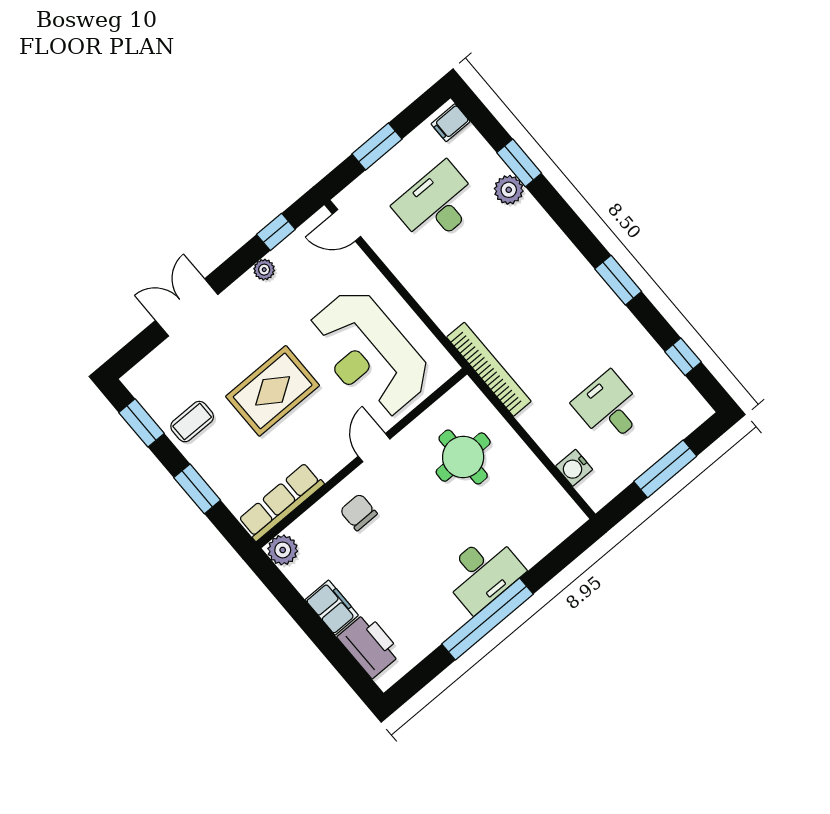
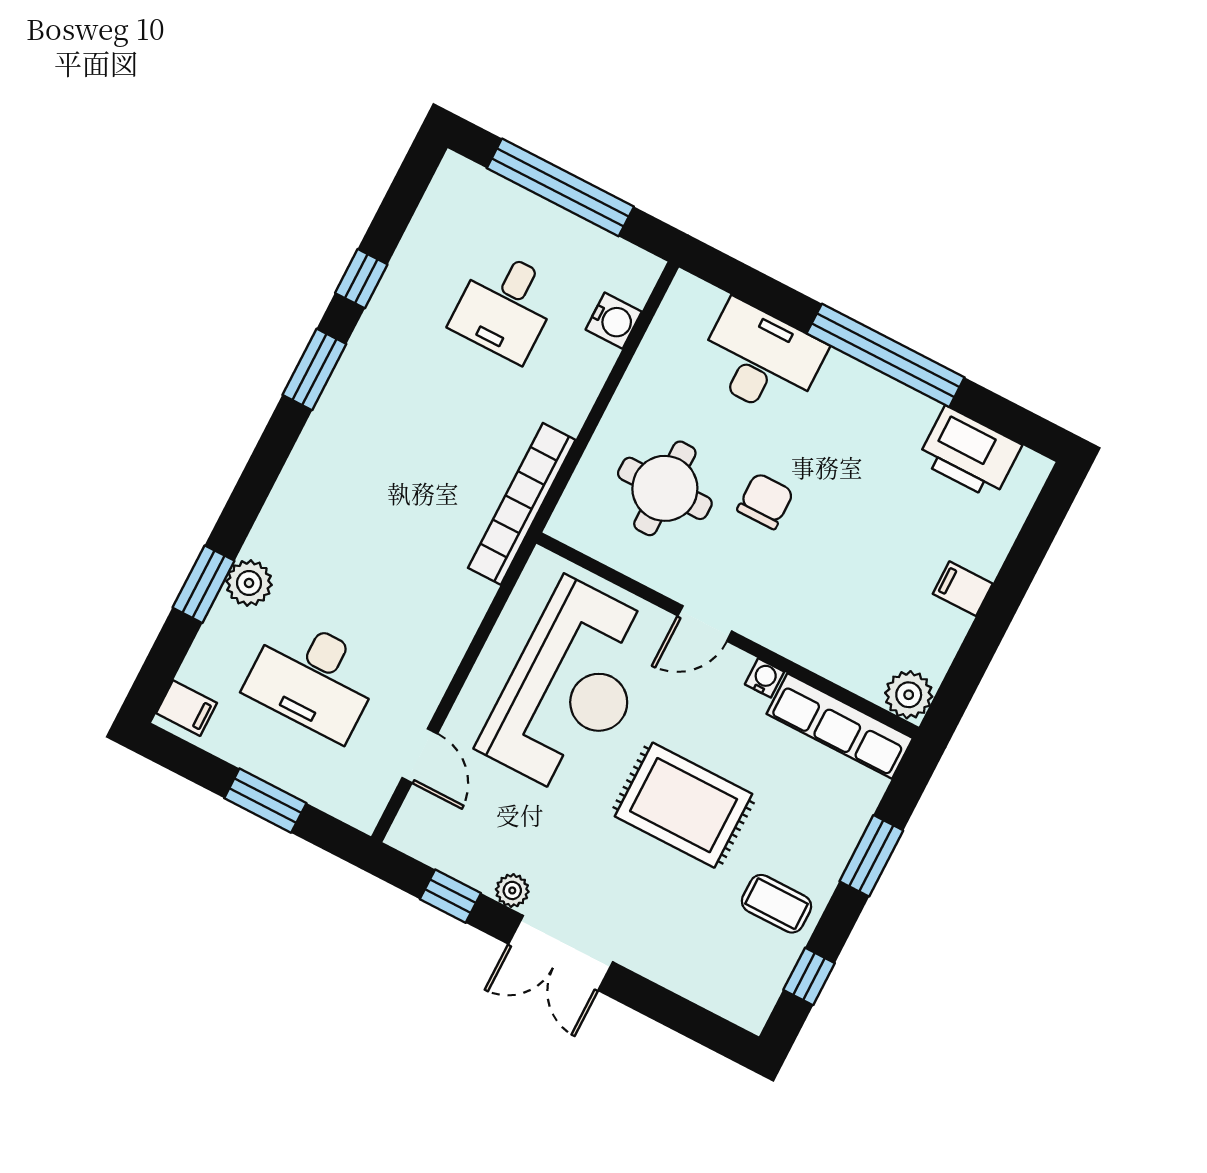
door: (346, 225) -> (420, 756), moved
double door: (187, 307) -> (561, 953), moved
window: (683, 357) -> (361, 279), moved
window: (141, 423) -> (809, 976), width x0.67
water cooler: (328, 469) -> (765, 678), added
window: (665, 469) -> (560, 187), width x1.46
chair: (359, 512) -> (765, 501), moved, turned 180
desk: (483, 573) -> (761, 359), moved
filing cabinet: (332, 608) -> (963, 589), width x0.50
printer: (369, 645) -> (969, 453), moved, turned -90

